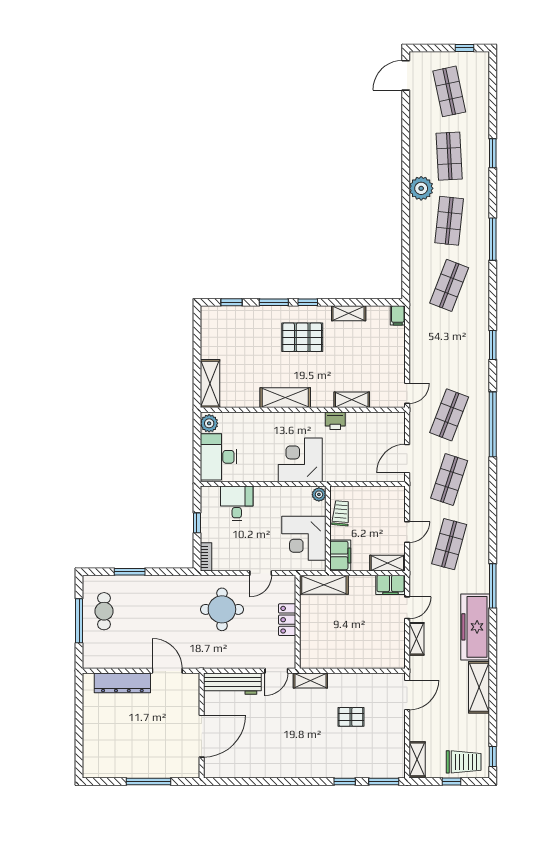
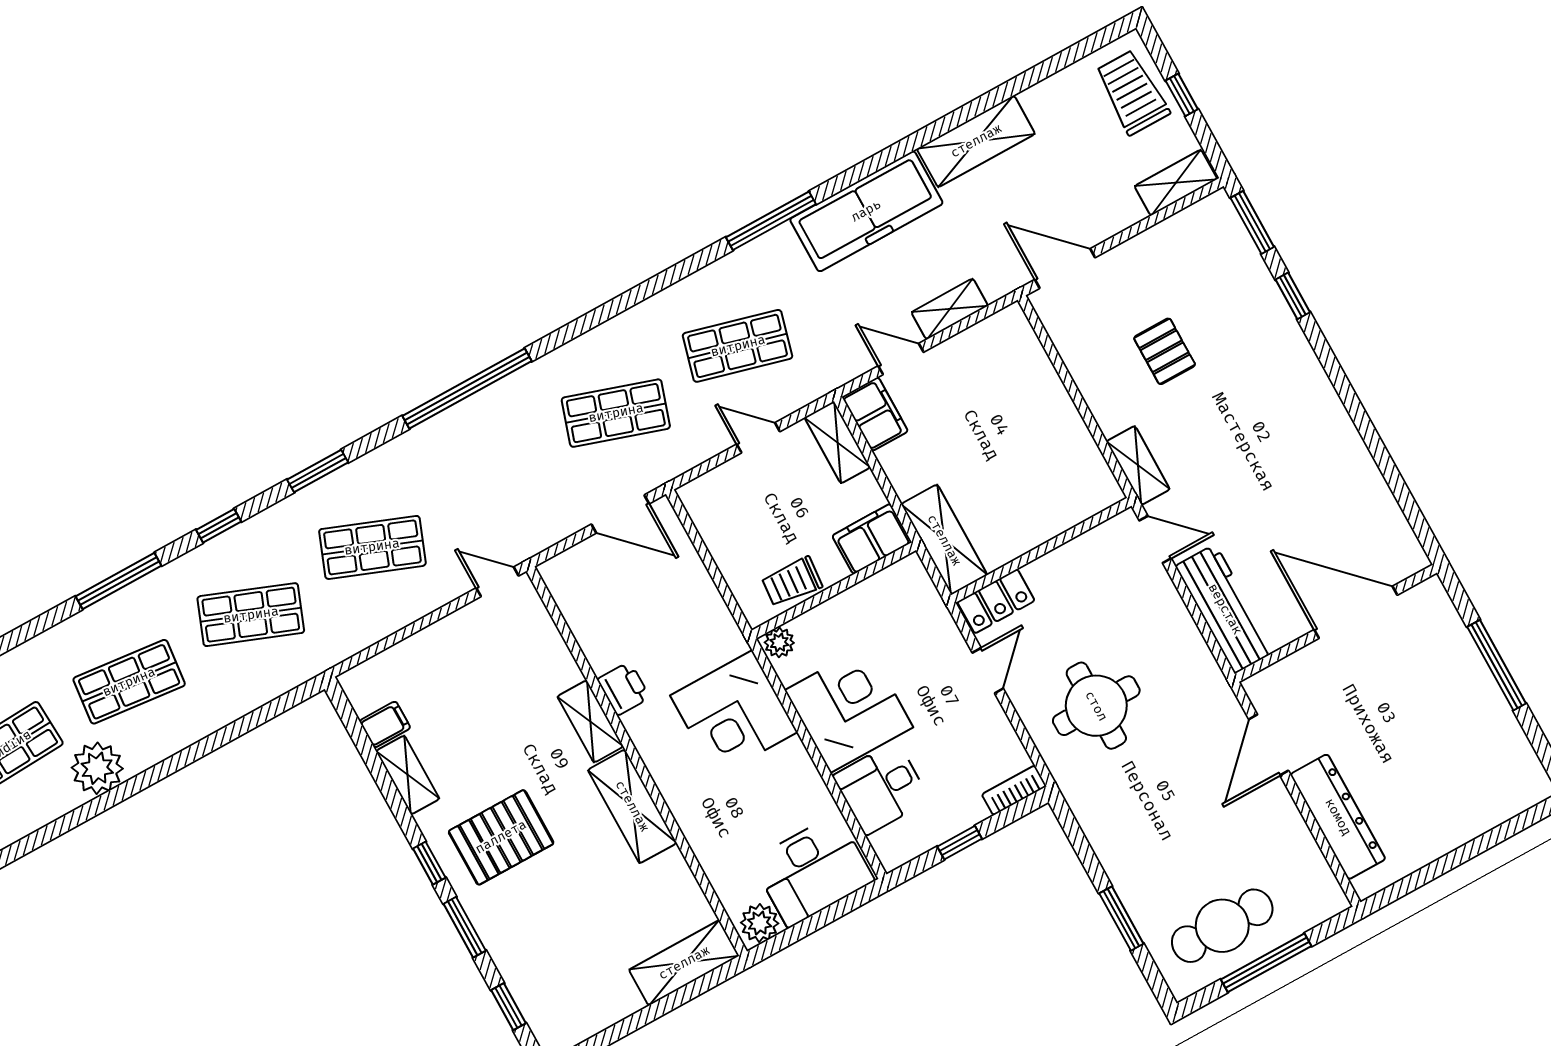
filing cabinet: (398, 315) -> (385, 724), moved
pallet: (302, 337) -> (501, 837), turned 90
shelving: (352, 400) -> (590, 721), moved
shop shelf: (449, 415) -> (372, 547), moved
corner desk: (304, 538) -> (849, 709), moved, turned -90
door: (261, 573) -> (988, 671), hinge flipped
cafe table: (104, 611) -> (1222, 926), width x1.37, depth x1.35
locker: (287, 620) -> (996, 601), moved
window: (493, 756) -> (219, 526), moved

